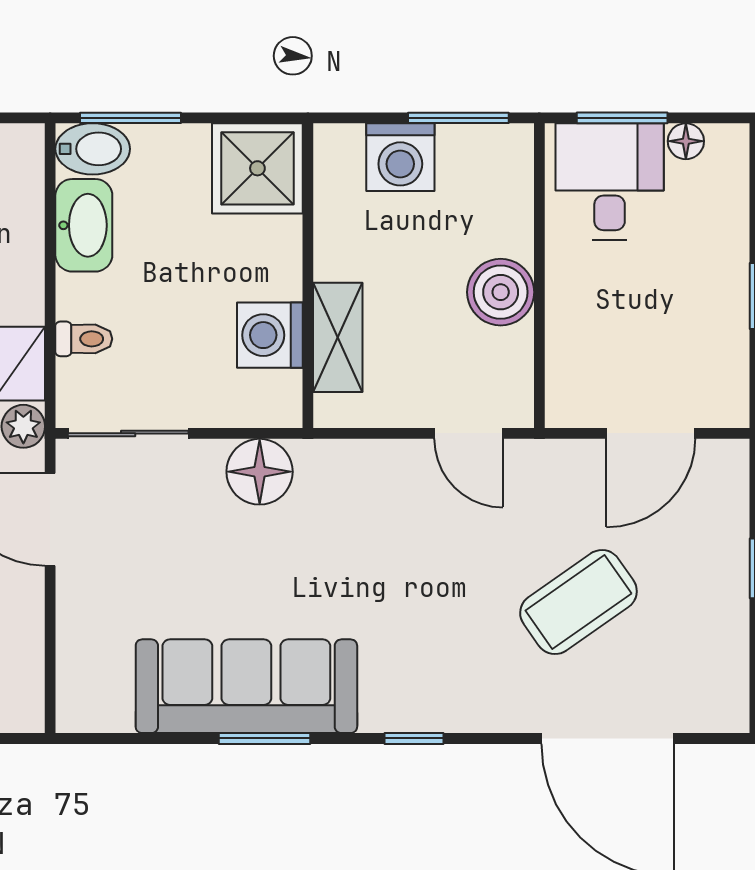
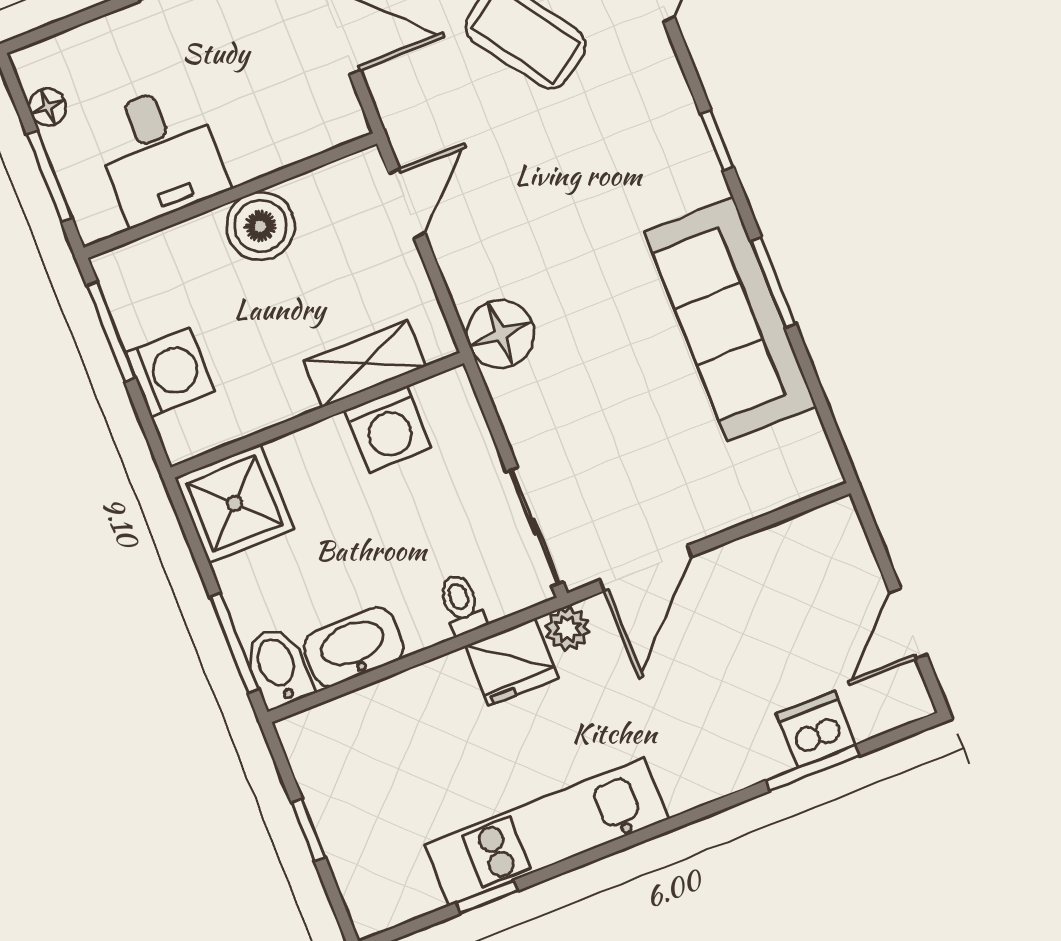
desk: (610, 181) -> (160, 154), moved, turned -90
floor lamp: (260, 472) -> (500, 334), moved

